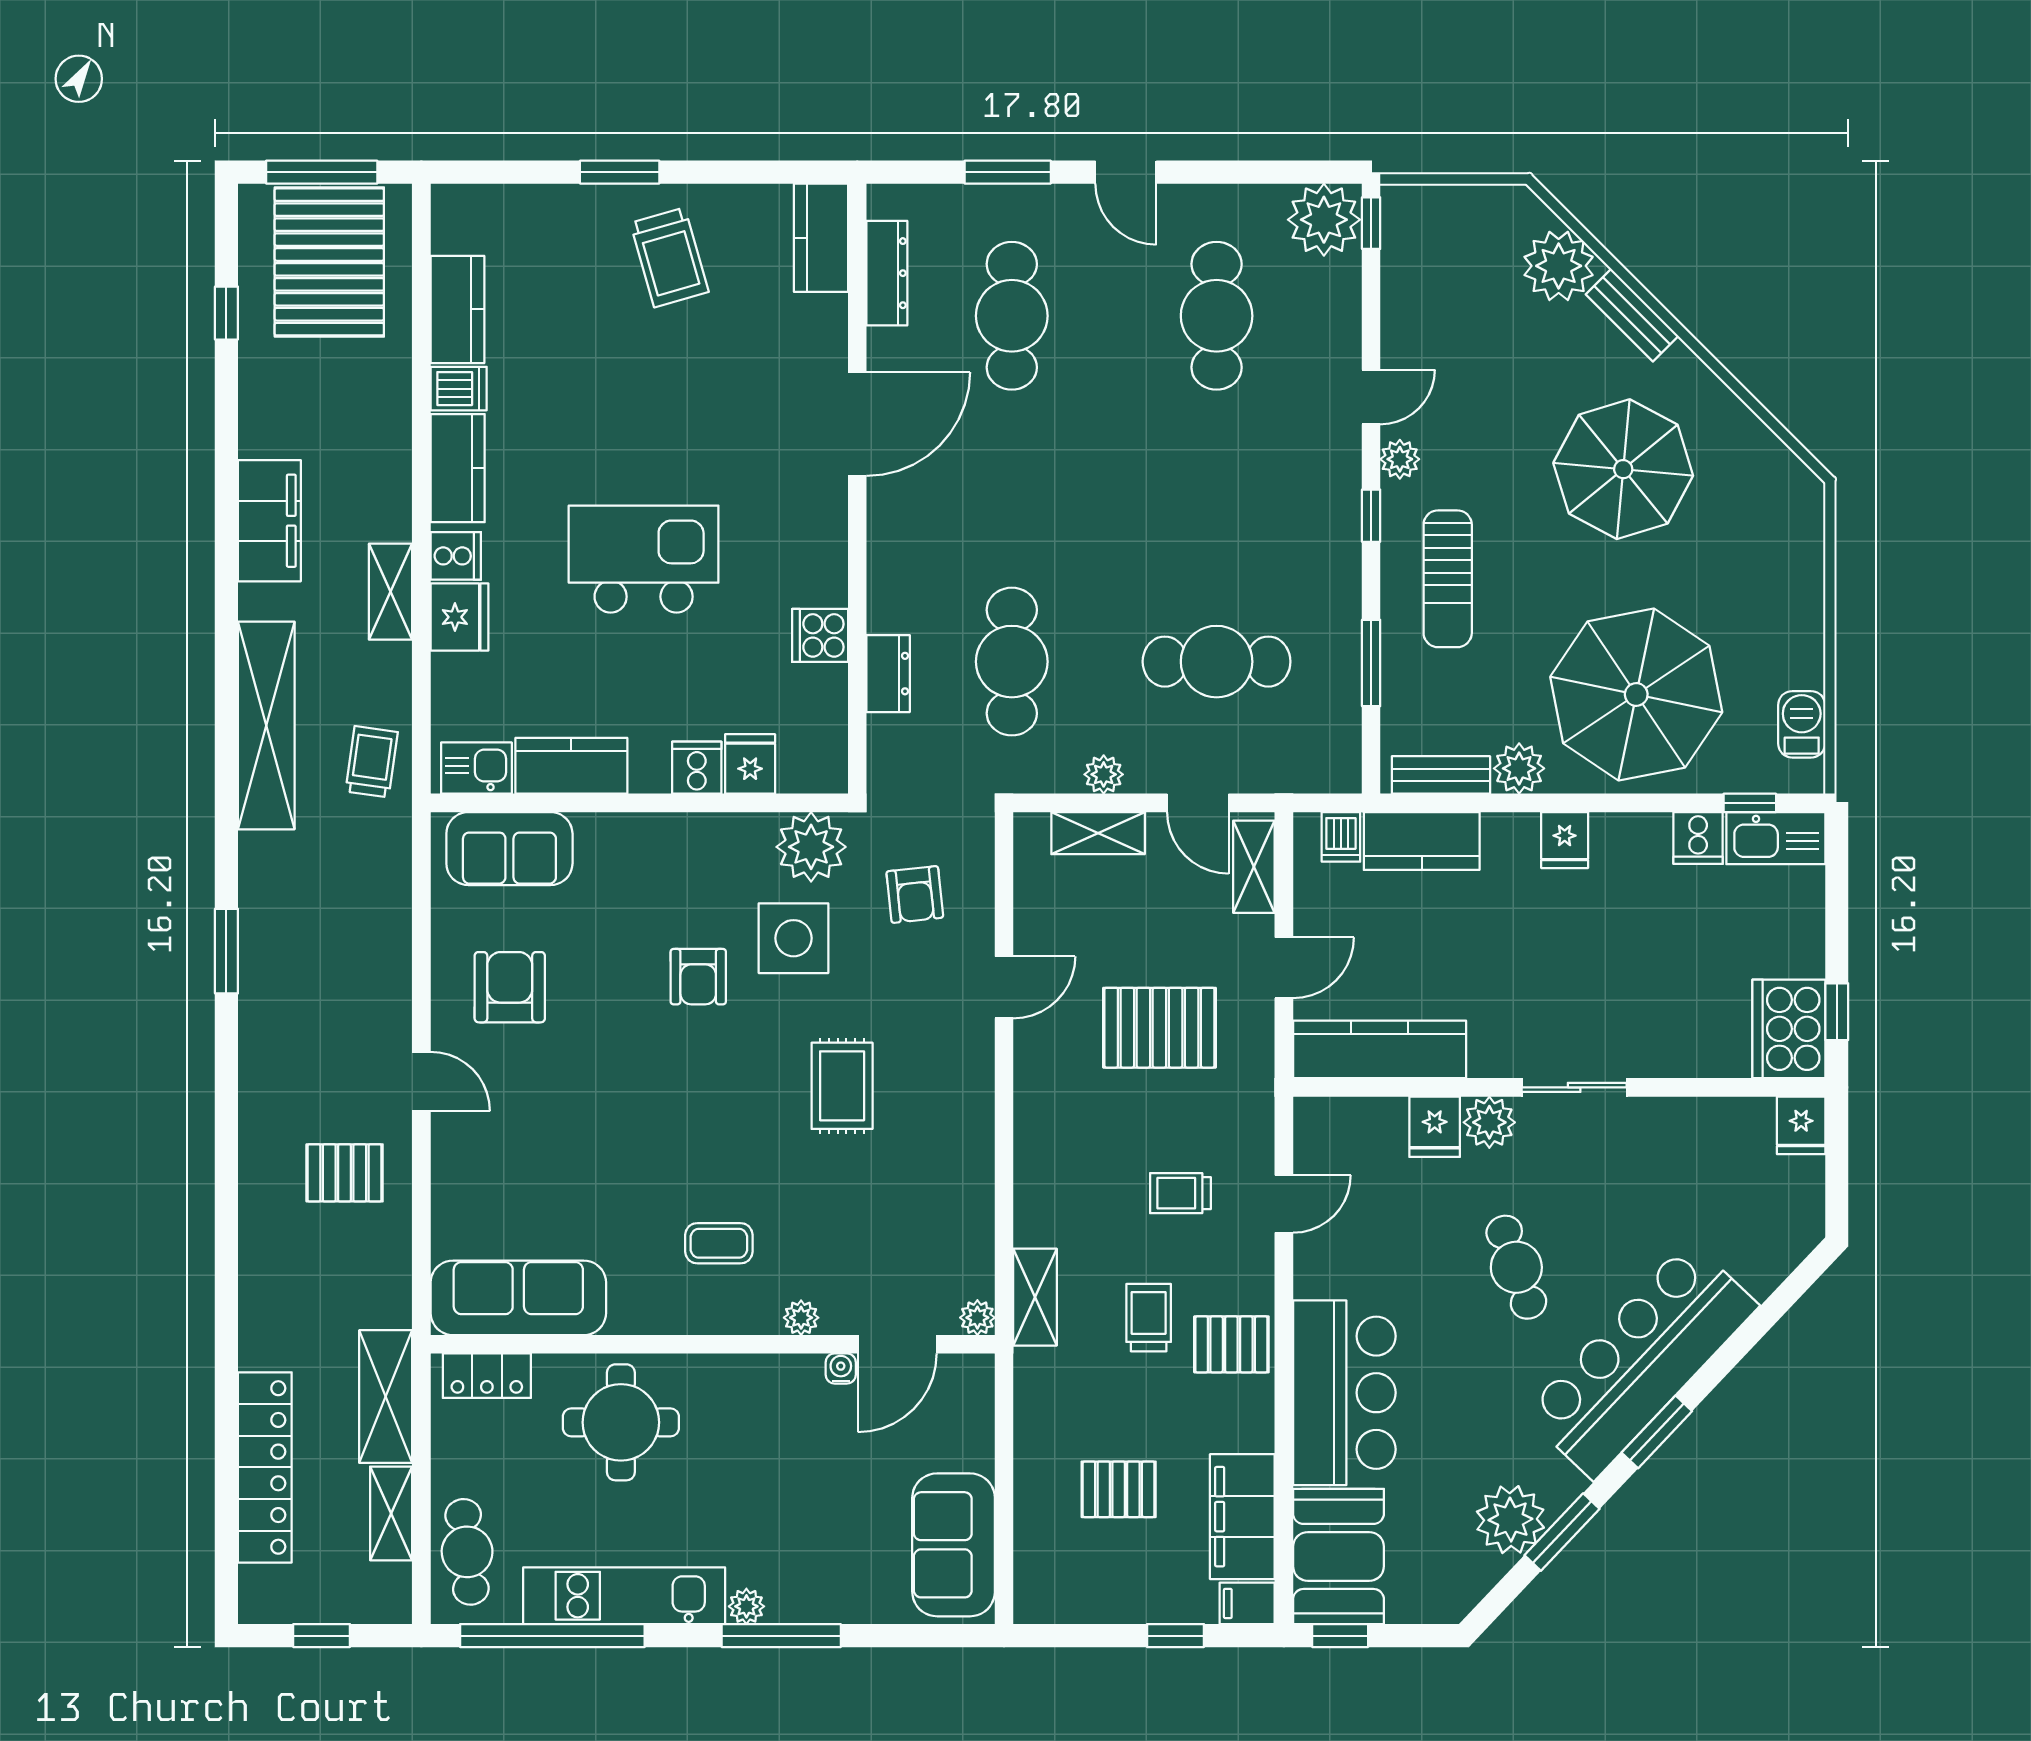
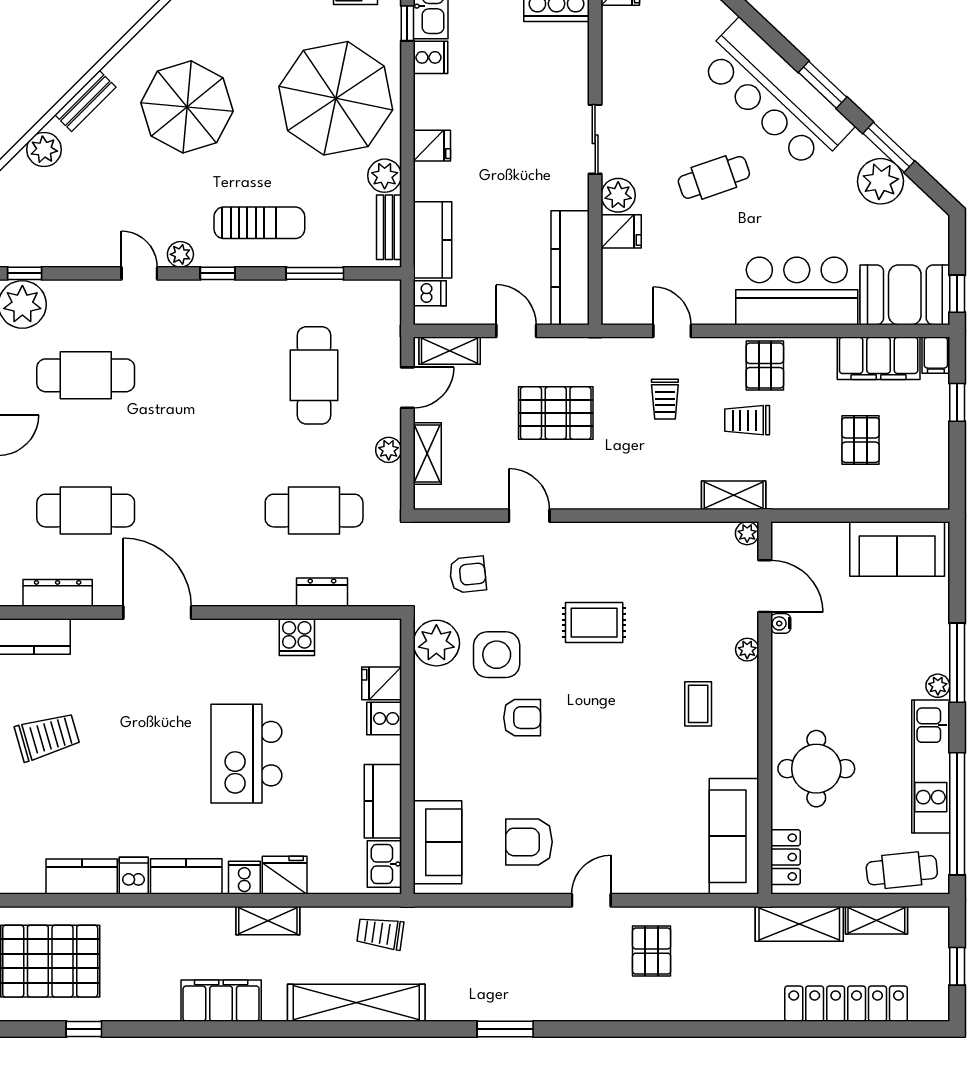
plant: (1559, 266) -> (44, 150), width x0.73, depth x0.73
pallet: (1159, 1028) -> (556, 413), turned 90

